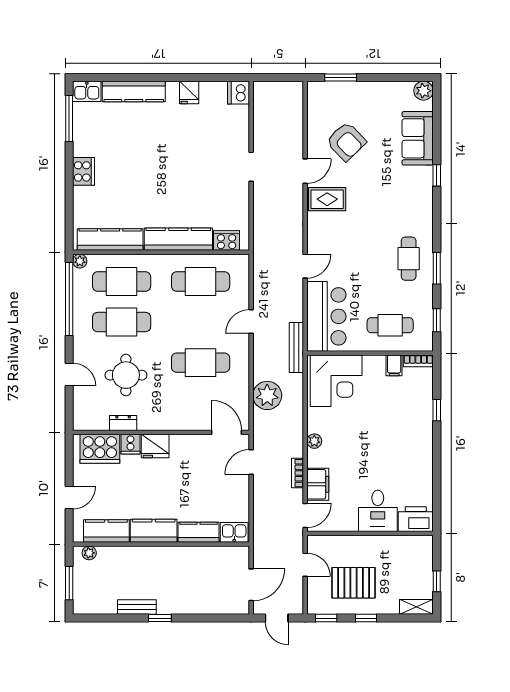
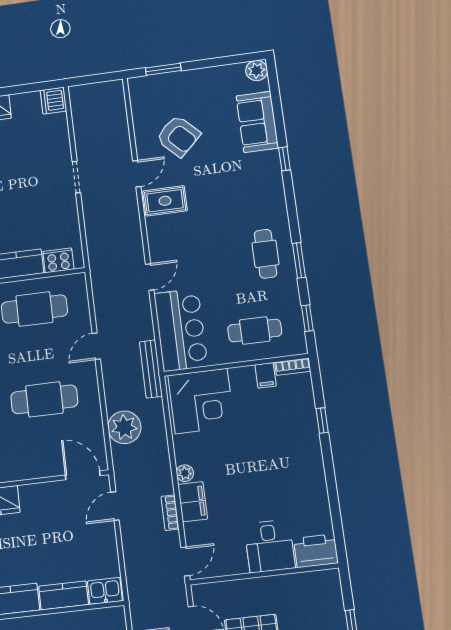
filing cabinet: (318, 484) -> (193, 502), moved

